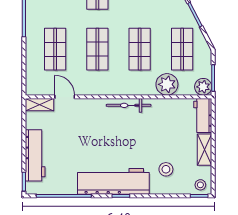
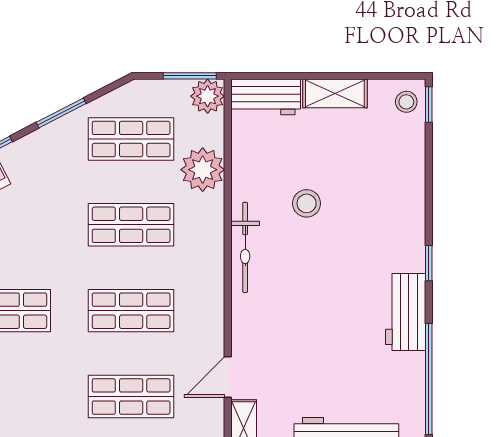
stool: (166, 169) -> (307, 203), moved
workbench: (113, 181) -> (406, 312), width x0.53, depth x0.76

